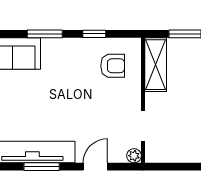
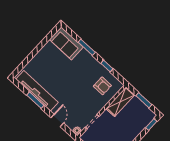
door: (95, 167) -> (57, 120), hinge flipped

